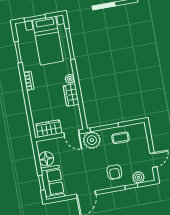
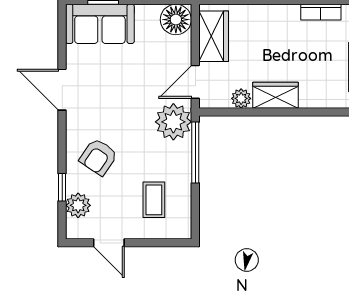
plant: (70, 79) -> (241, 98), moved
coffee table: (120, 138) -> (154, 200), moved
floor lamp: (46, 159) -> (176, 20), moved
armchair: (114, 172) -> (98, 157), turned -56

